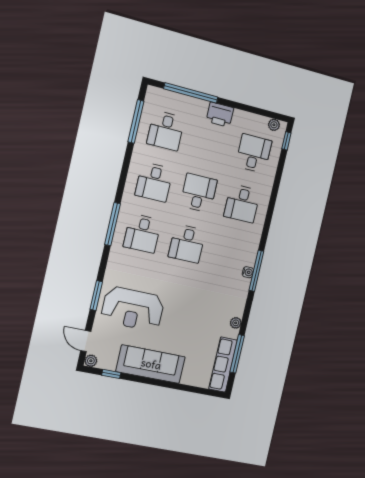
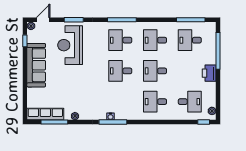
desk: (199, 193) -> (155, 71), turned 180

